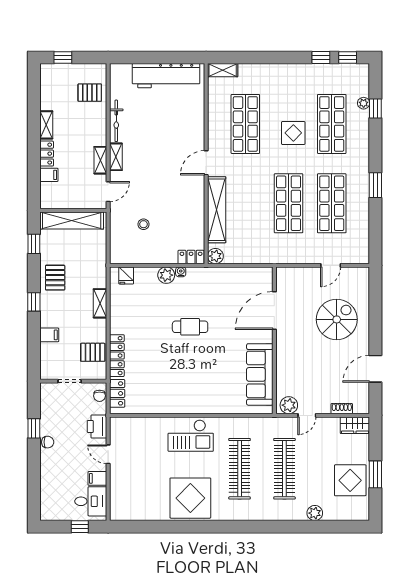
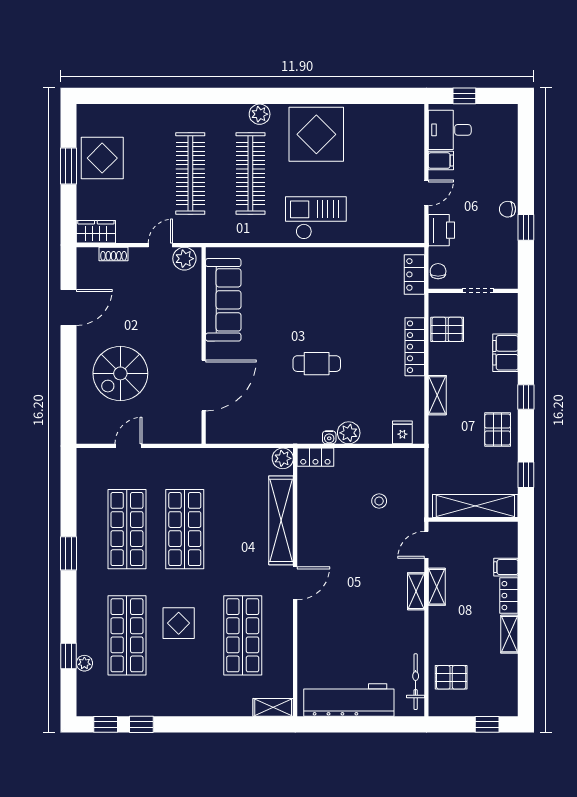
bicycle: (116, 121) -> (416, 682), moved
filing cabinet: (49, 335) -> (505, 353), width x2.00
locker: (117, 356) -> (415, 347), moved
door: (108, 454) -> (426, 193), hinge flipped
plant: (315, 513) -> (260, 114), moved

